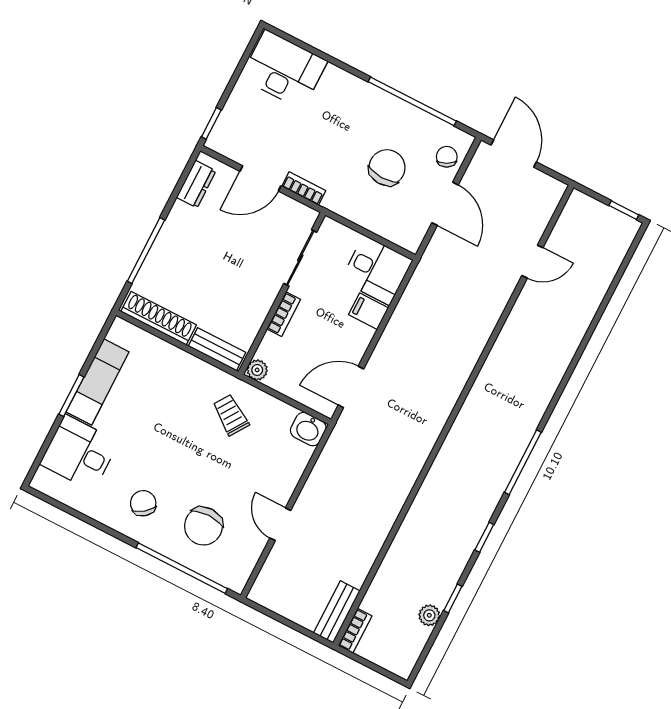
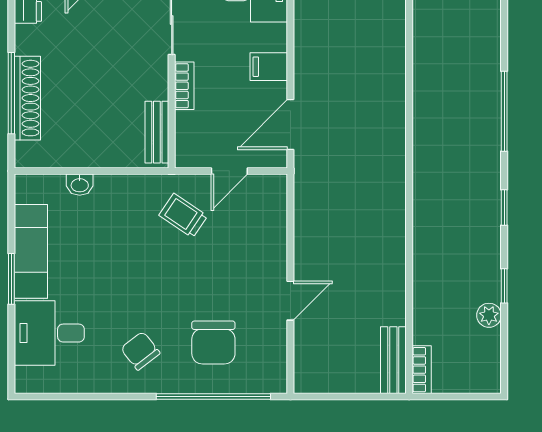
filing cabinet: (369, 311) -> (269, 67), moved
shoe rack: (159, 318) -> (27, 98), moved, turned 90
bench: (217, 349) -> (157, 132), moved, turned 90
plant: (257, 370) -> (186, 156), removed
door: (285, 399) -> (229, 171), added
washbasin: (308, 429) -> (80, 185), moved, width x0.72, depth x0.69
door: (280, 524) -> (290, 301), swing flipped

